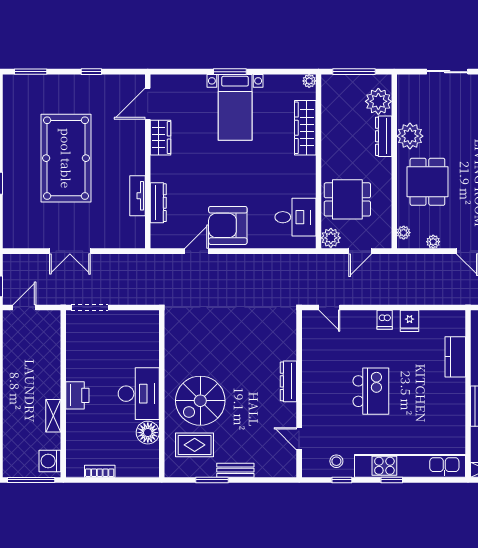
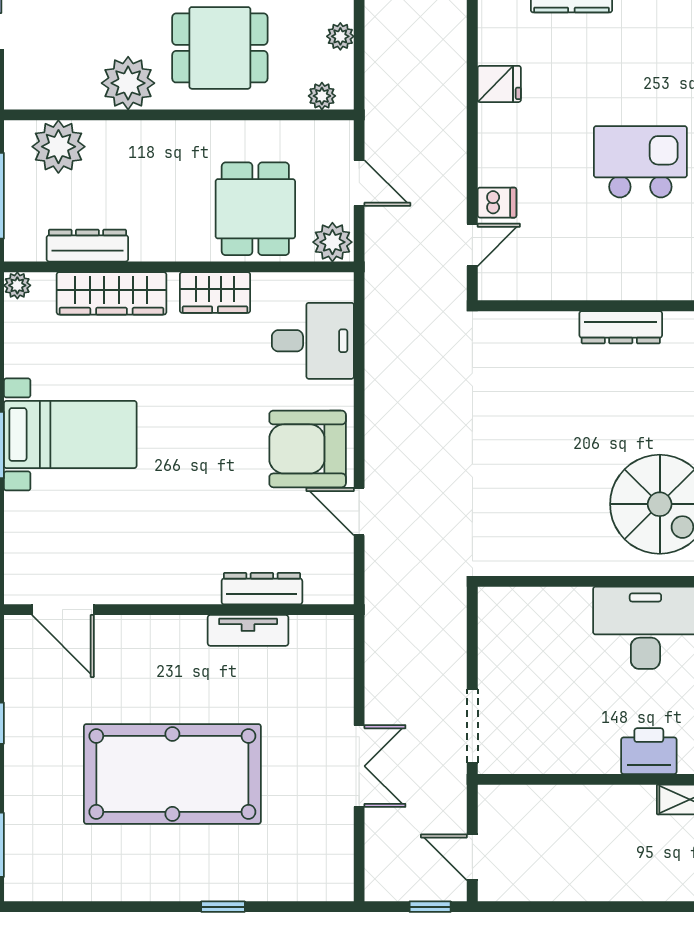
dresser: (384, 136) -> (87, 246), moved, turned 180
wardrobe: (161, 138) -> (215, 293), moved, turned 180
desk: (295, 217) -> (313, 341), moved, turned 90
armchair: (228, 225) -> (308, 449), turned 90
dishwasher: (385, 320) -> (497, 203), moved

